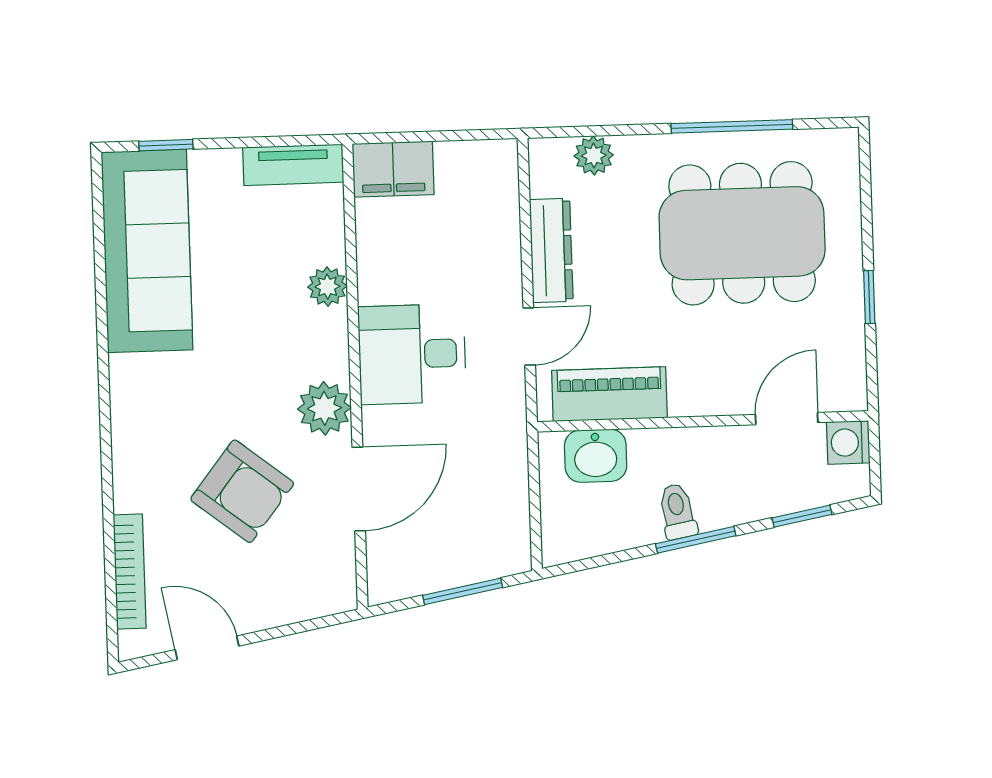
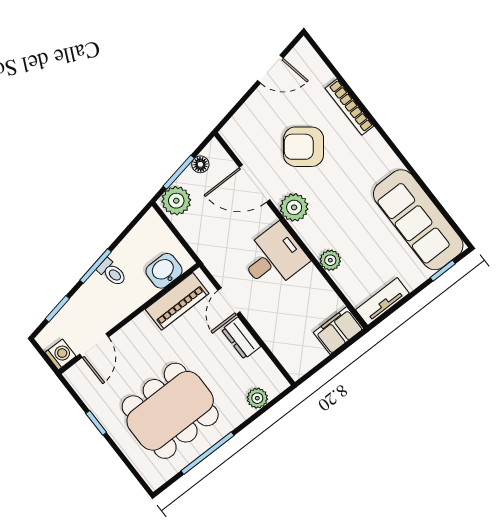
dresser: (551, 250) -> (241, 338), width x0.70
door: (359, 489) -> (255, 184), hinge flipped
plant: (498, 550) -> (176, 201), added
bookcase: (130, 572) -> (349, 107), moved
floor lamp: (421, 579) -> (200, 164), added

